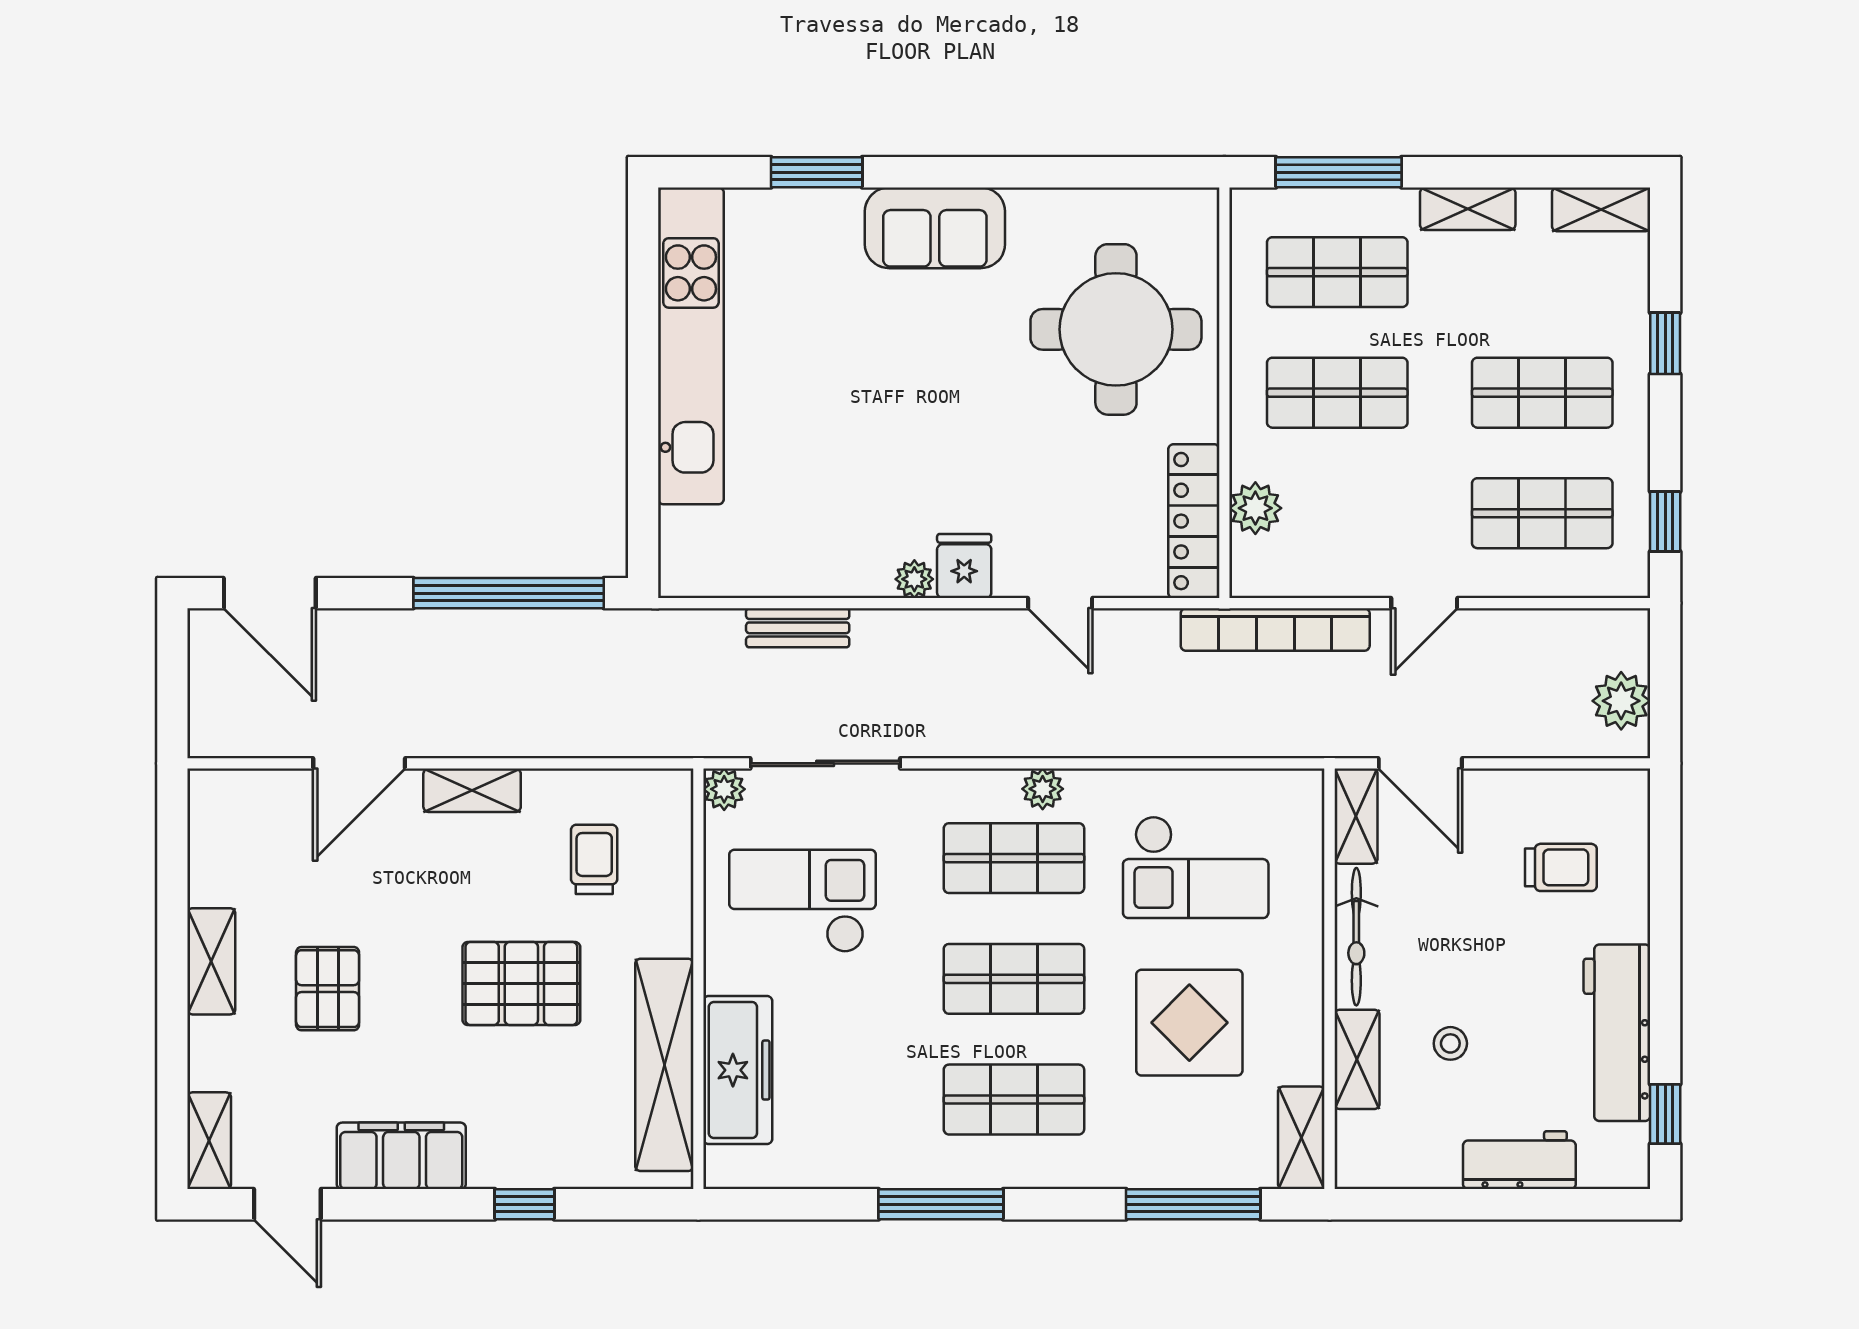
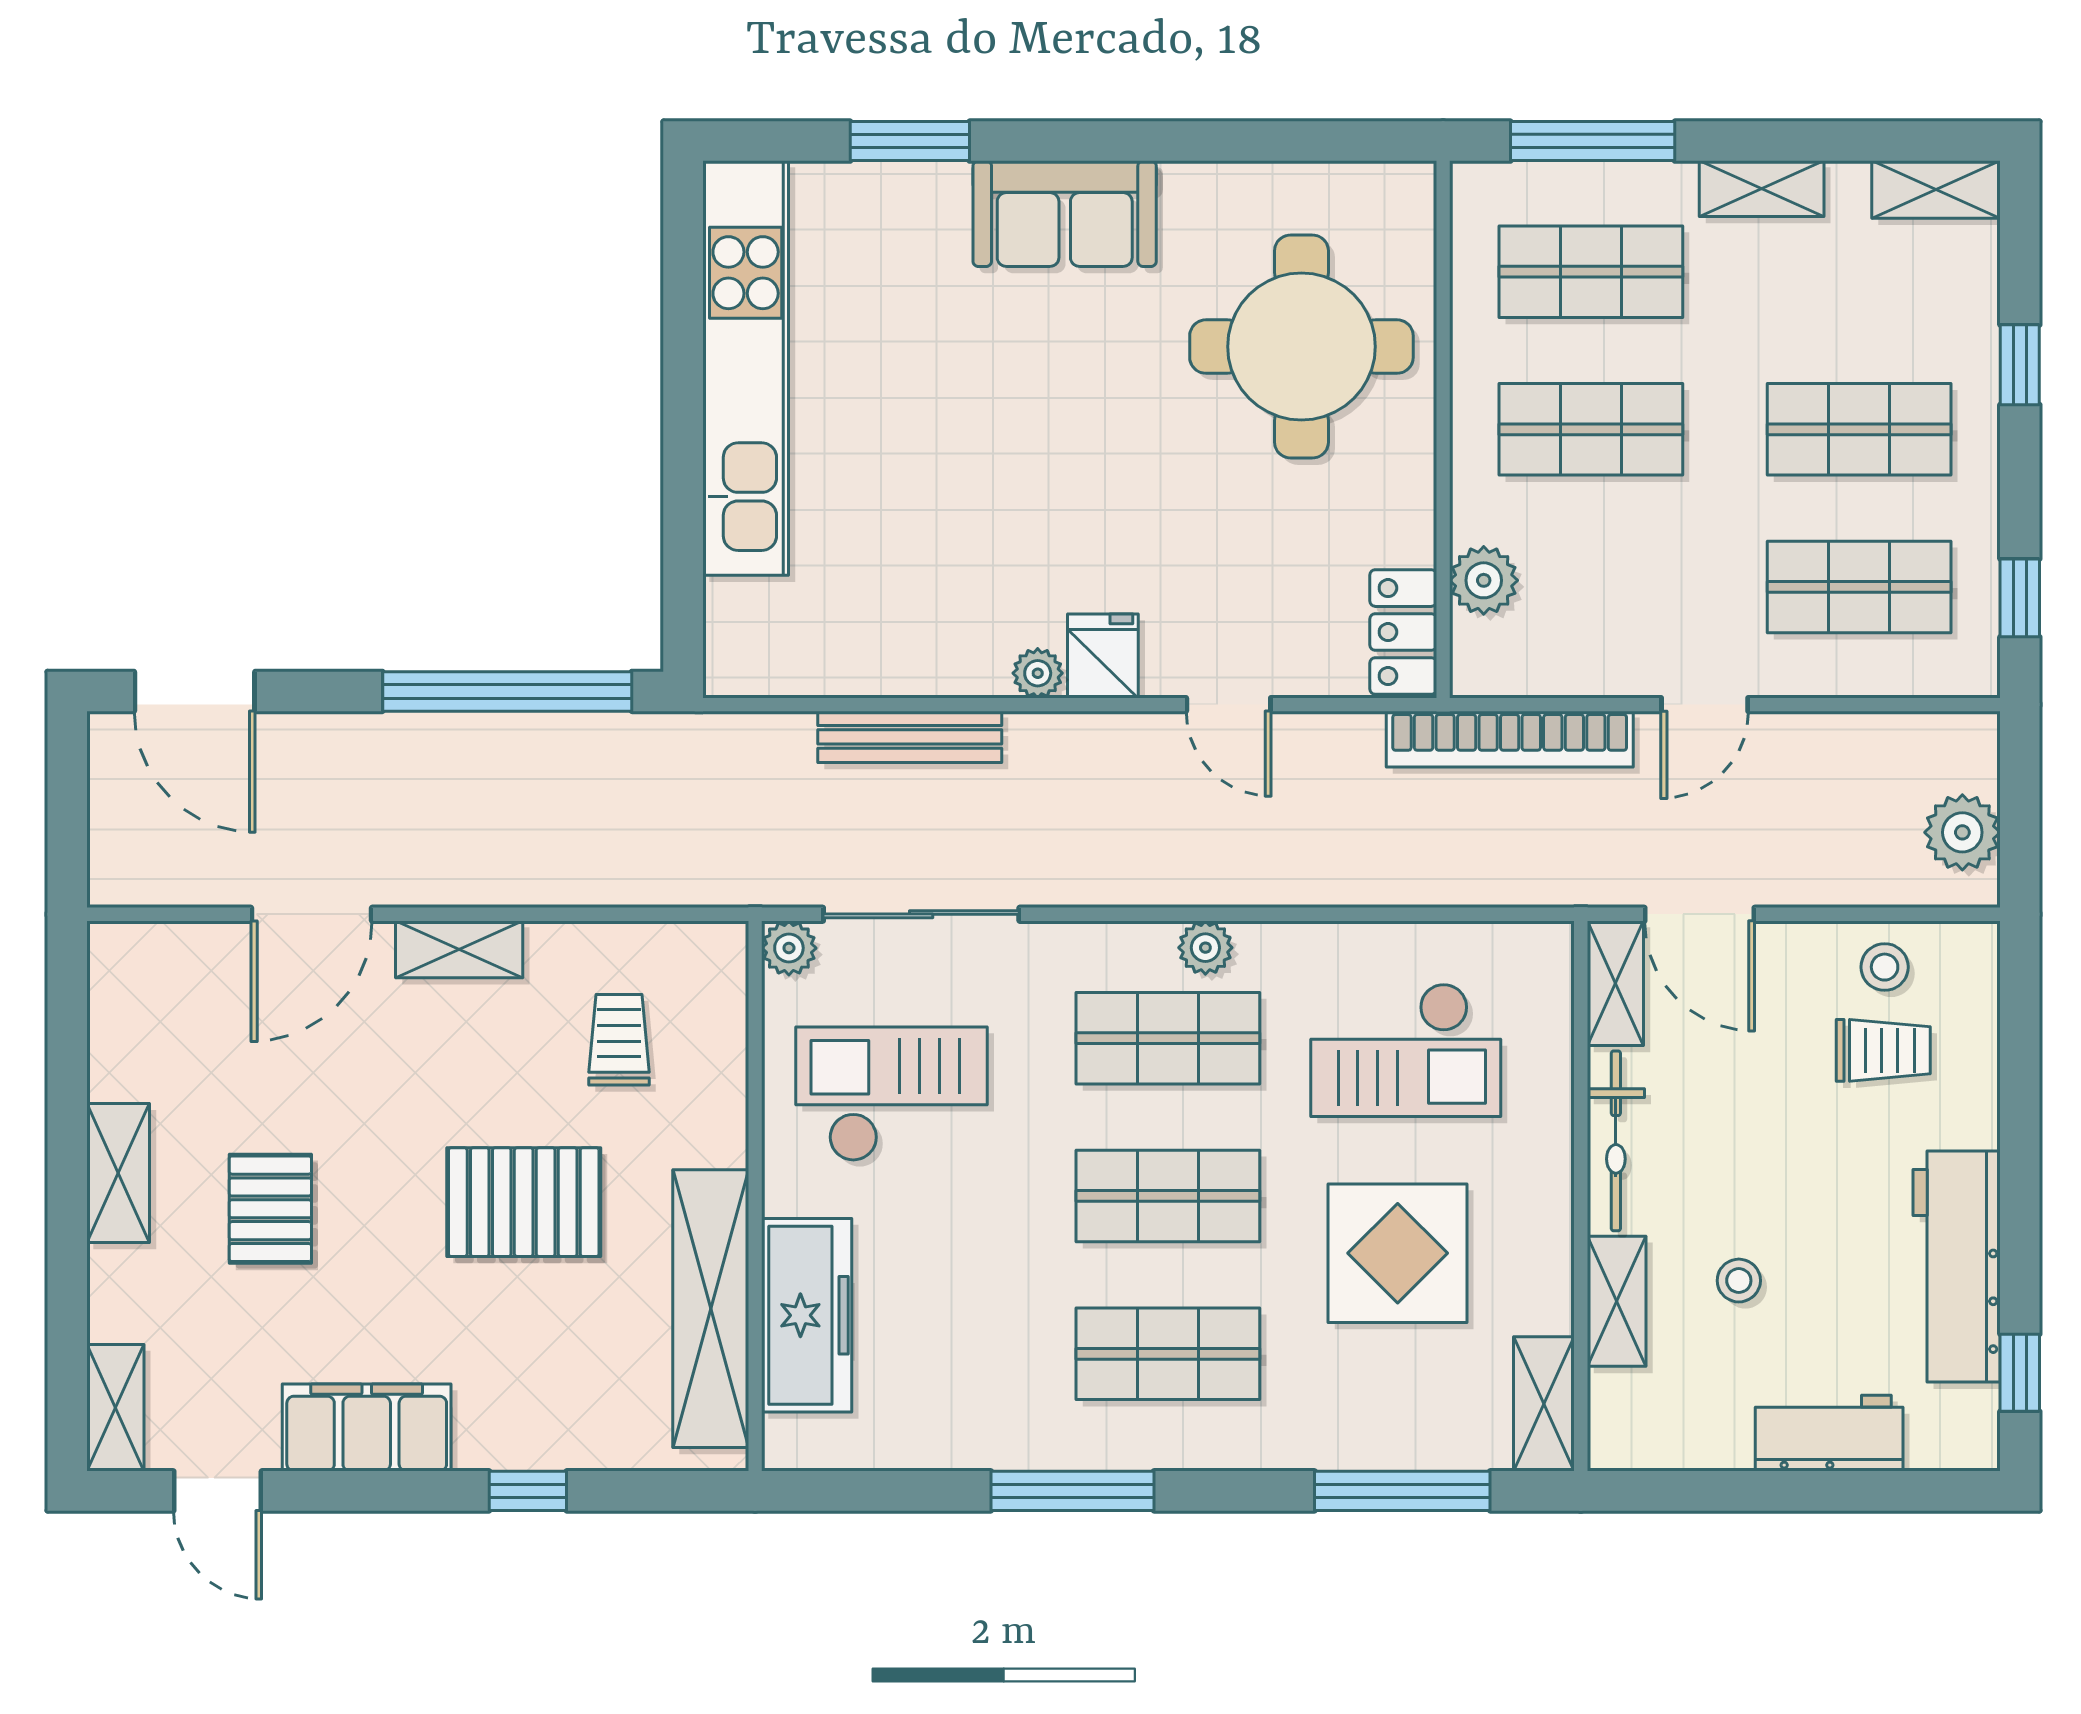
locker: (1194, 521) -> (1403, 632), width x0.66
bench: (798, 628) -> (910, 737), width x1.36
stool: (1562, 804) -> (1885, 967), added

